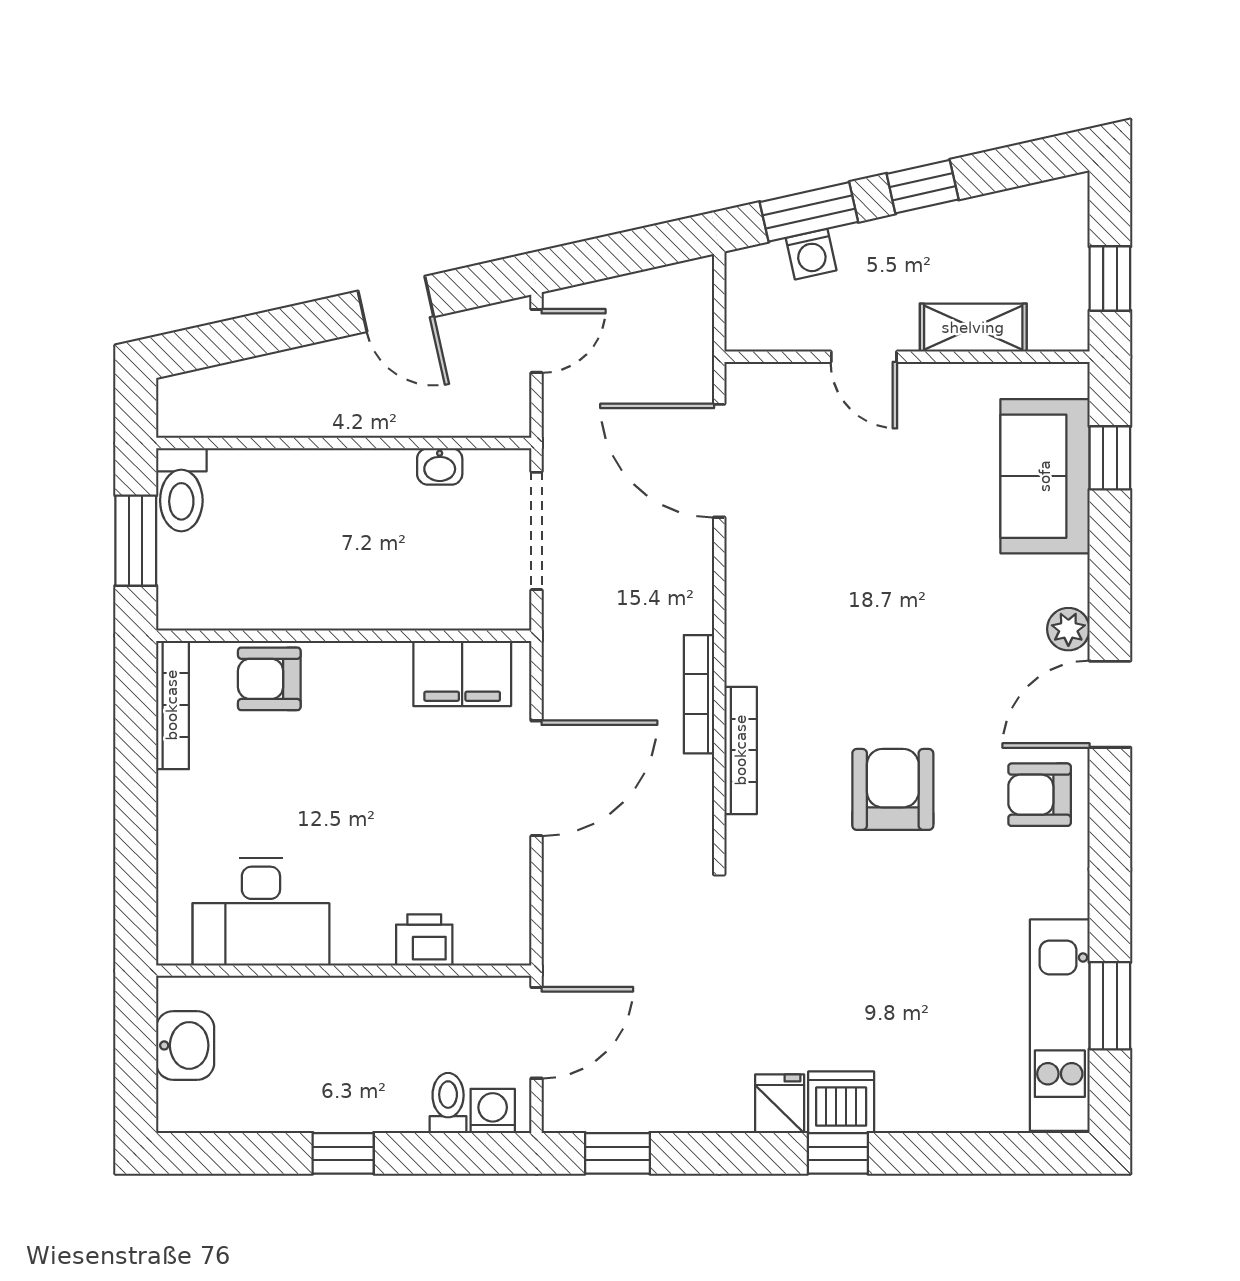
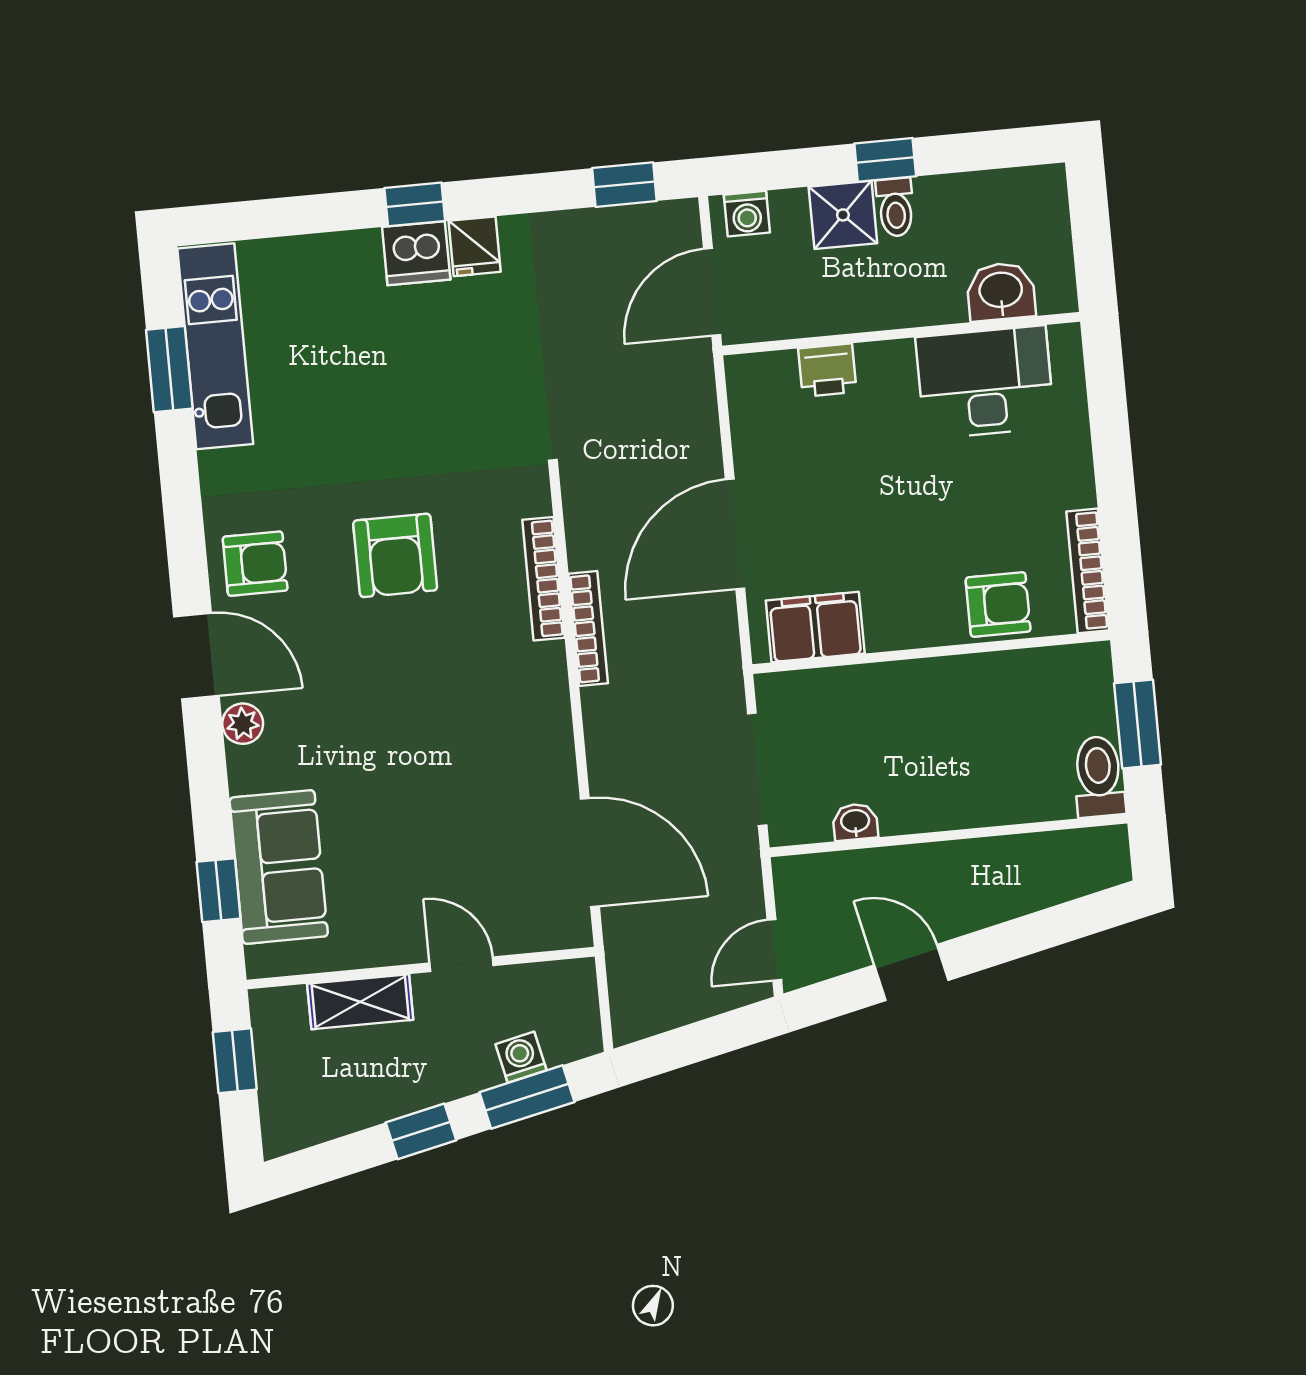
door: (1110, 704) -> (196, 656), hinge flipped
washbasin: (185, 1045) -> (1001, 291), moved, turned 90
shower: (393, 1100) -> (843, 215), added
toilet: (448, 1103) -> (895, 207), moved

